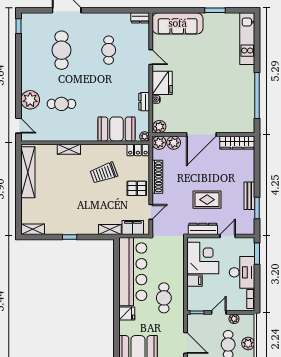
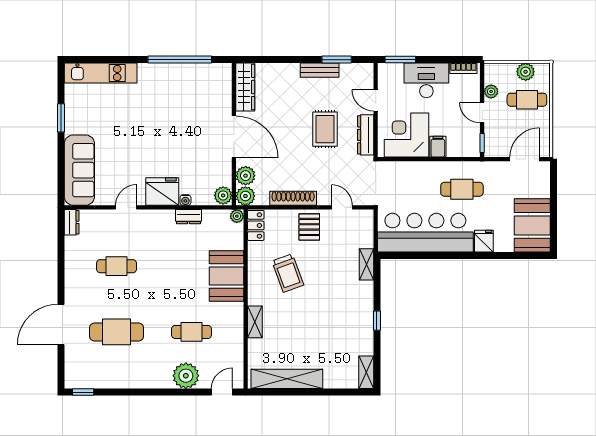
cafe table: (61, 104) -> (191, 332), turned 90
booth: (117, 129) -> (227, 276), moved
filing cabinet: (133, 227) -> (364, 233), removed

